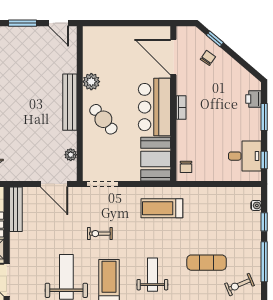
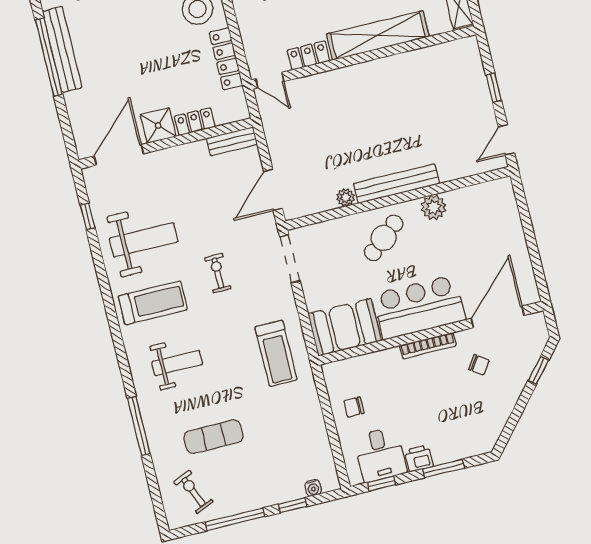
window: (22, 23) -> (494, 88), width x0.67
chair: (208, 58) -> (479, 365), moved
printer: (254, 99) -> (419, 458), moved
bookcase: (181, 107) -> (428, 346), width x1.56
plant: (71, 155) -> (346, 197), moved
chair: (186, 167) -> (354, 407), moved
treadmill: (162, 208) -> (276, 353), turned 180
bench: (16, 209) -> (232, 141), width x0.73
exercise mat: (207, 263) -> (214, 437), turned 90

